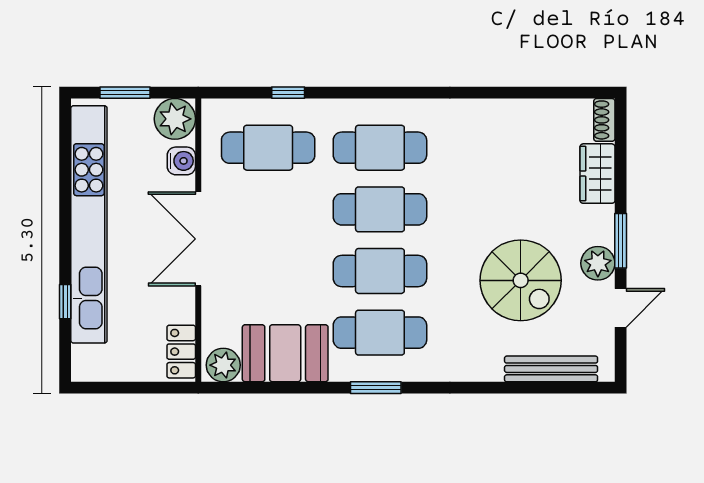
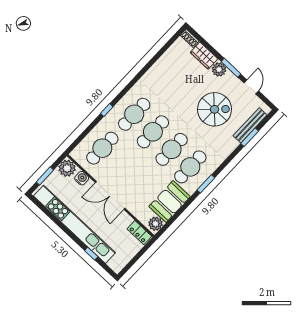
window: (288, 93) -> (107, 110), moved
plant: (598, 263) -> (219, 69), moved
window: (530, 388) -> (250, 137), added

